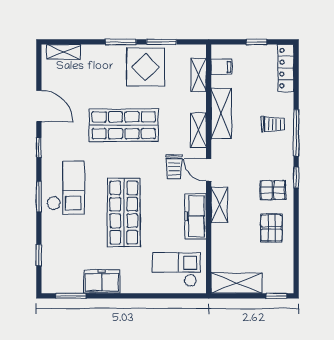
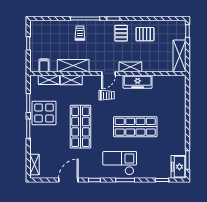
locker: (286, 68) -> (45, 25), removed
shelving: (198, 130) -> (71, 80), moved
checkout: (176, 270) -> (171, 94), removed
freezer: (102, 281) -> (178, 167), moved

